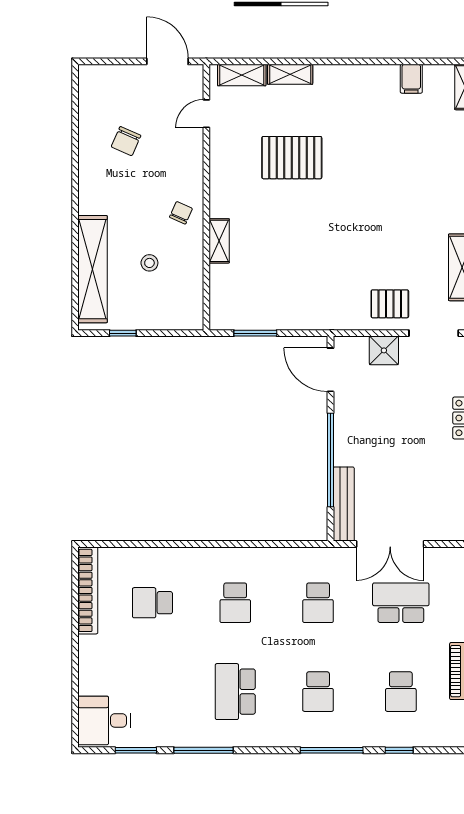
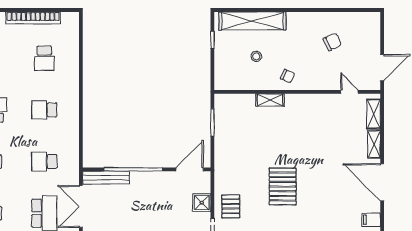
door: (351, 61) -> (382, 182), added
chair: (126, 141) -> (332, 42), turned 130
pallet: (292, 158) -> (283, 187), moved
bookcase: (88, 590) -> (33, 18), moved
school desk: (152, 603) -> (44, 58), turned 180

